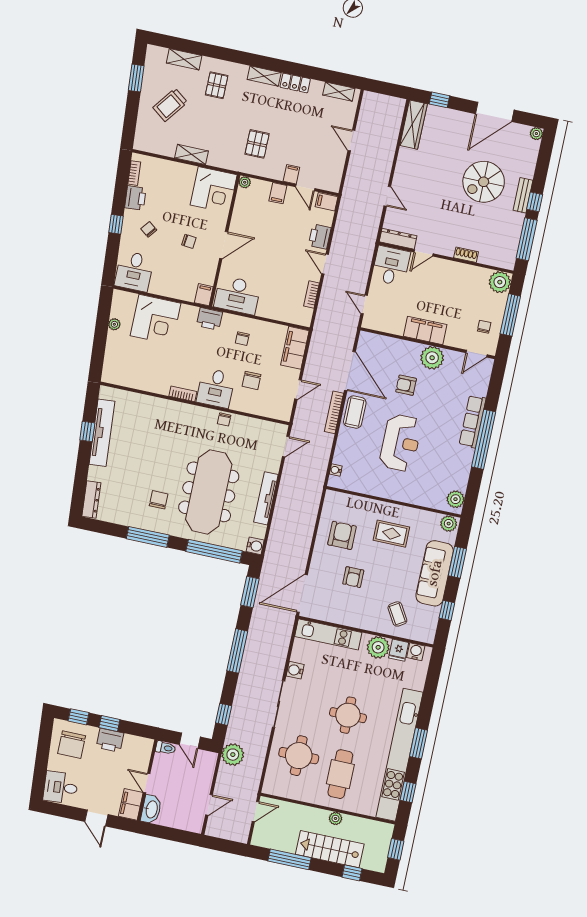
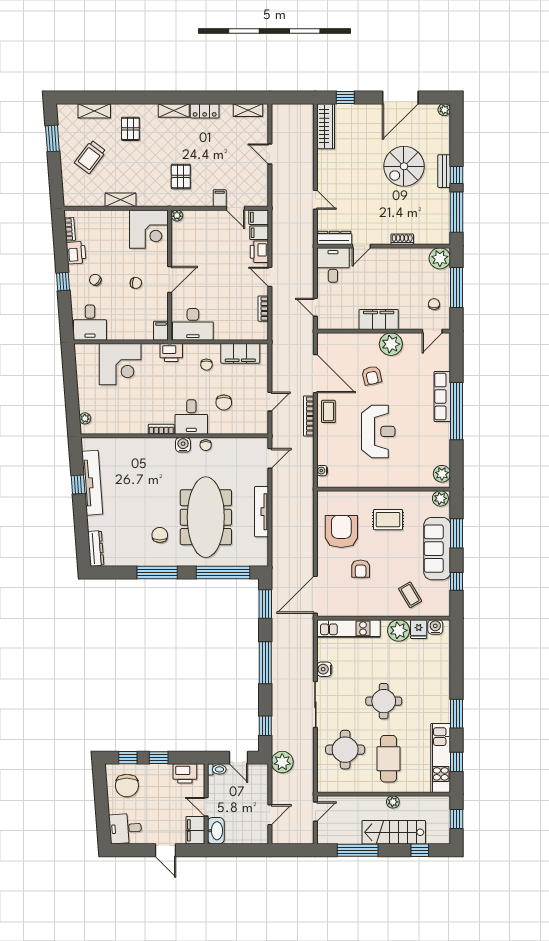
filing cabinet: (278, 193) -> (259, 233), moved, turned 90
plant: (114, 324) -> (85, 418), moved
filing cabinet: (295, 348) -> (240, 353), moved, turned -90
armchair: (406, 385) -> (372, 375), turned -103
coffee table: (355, 412) -> (328, 411), width x0.73, depth x0.77
armchair: (342, 535) -> (341, 531), width x1.36, depth x1.36
water cooler: (255, 546) -> (183, 445), moved, turned -90
printer: (110, 740) -> (185, 773), moved
kitchen unit: (399, 755) -> (441, 758), width x0.54

